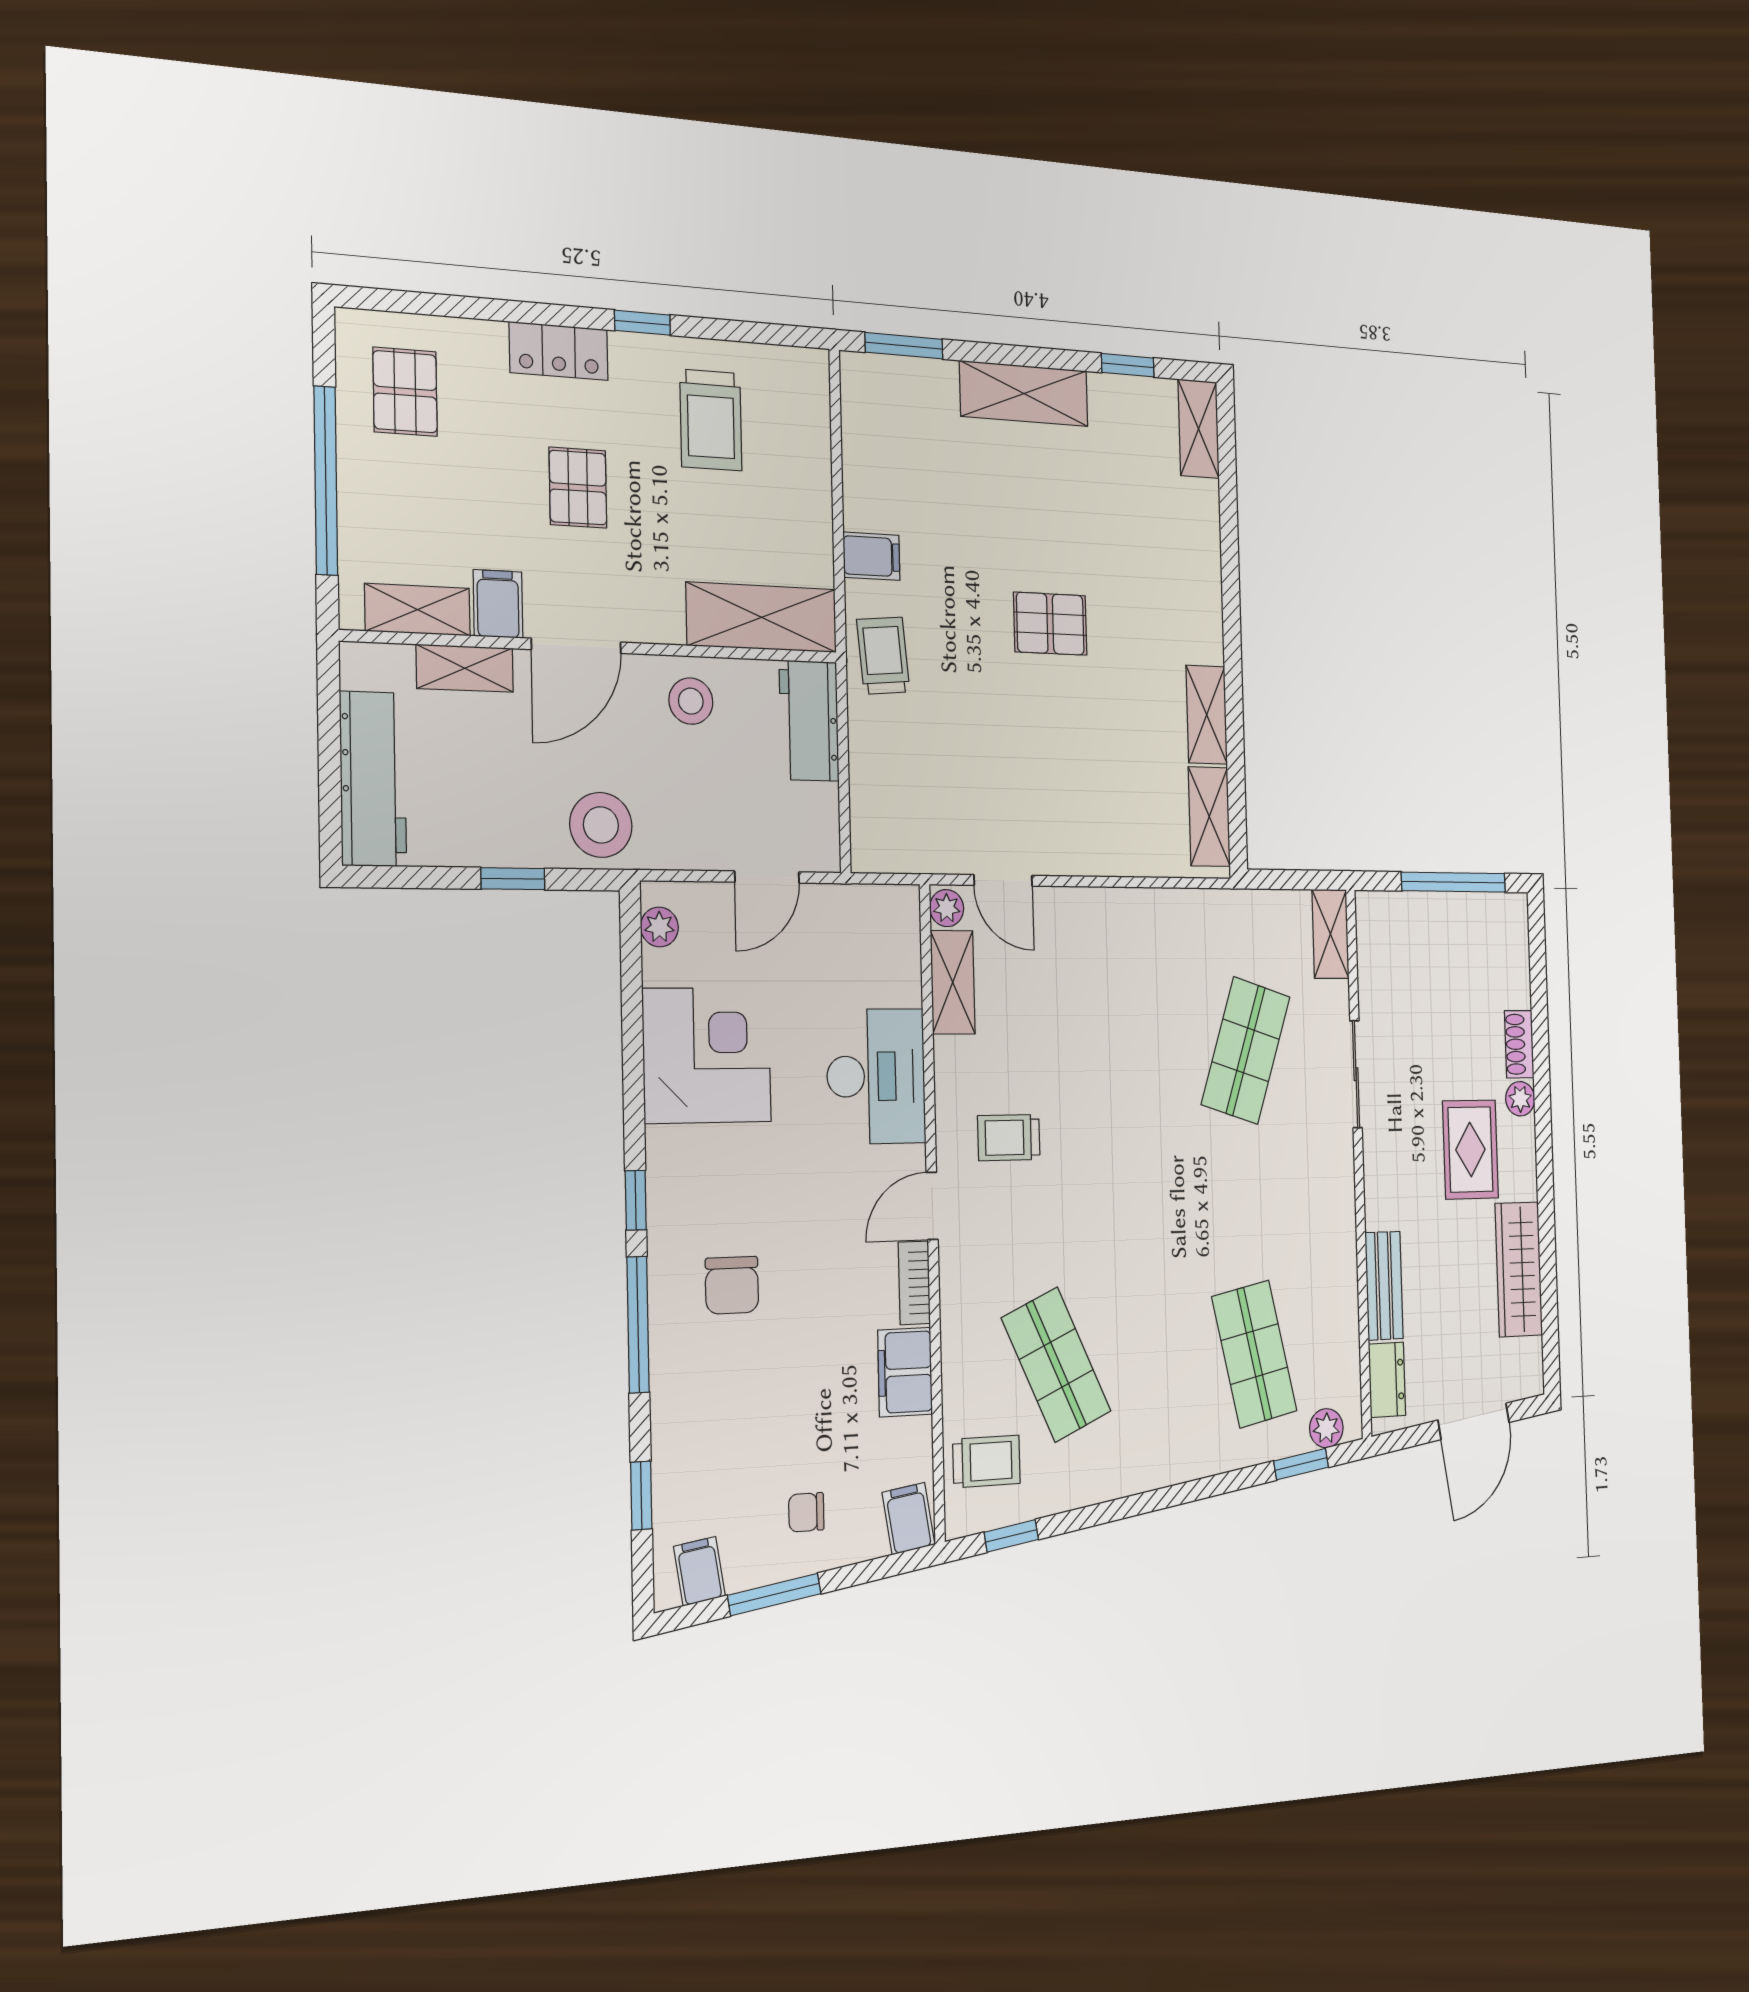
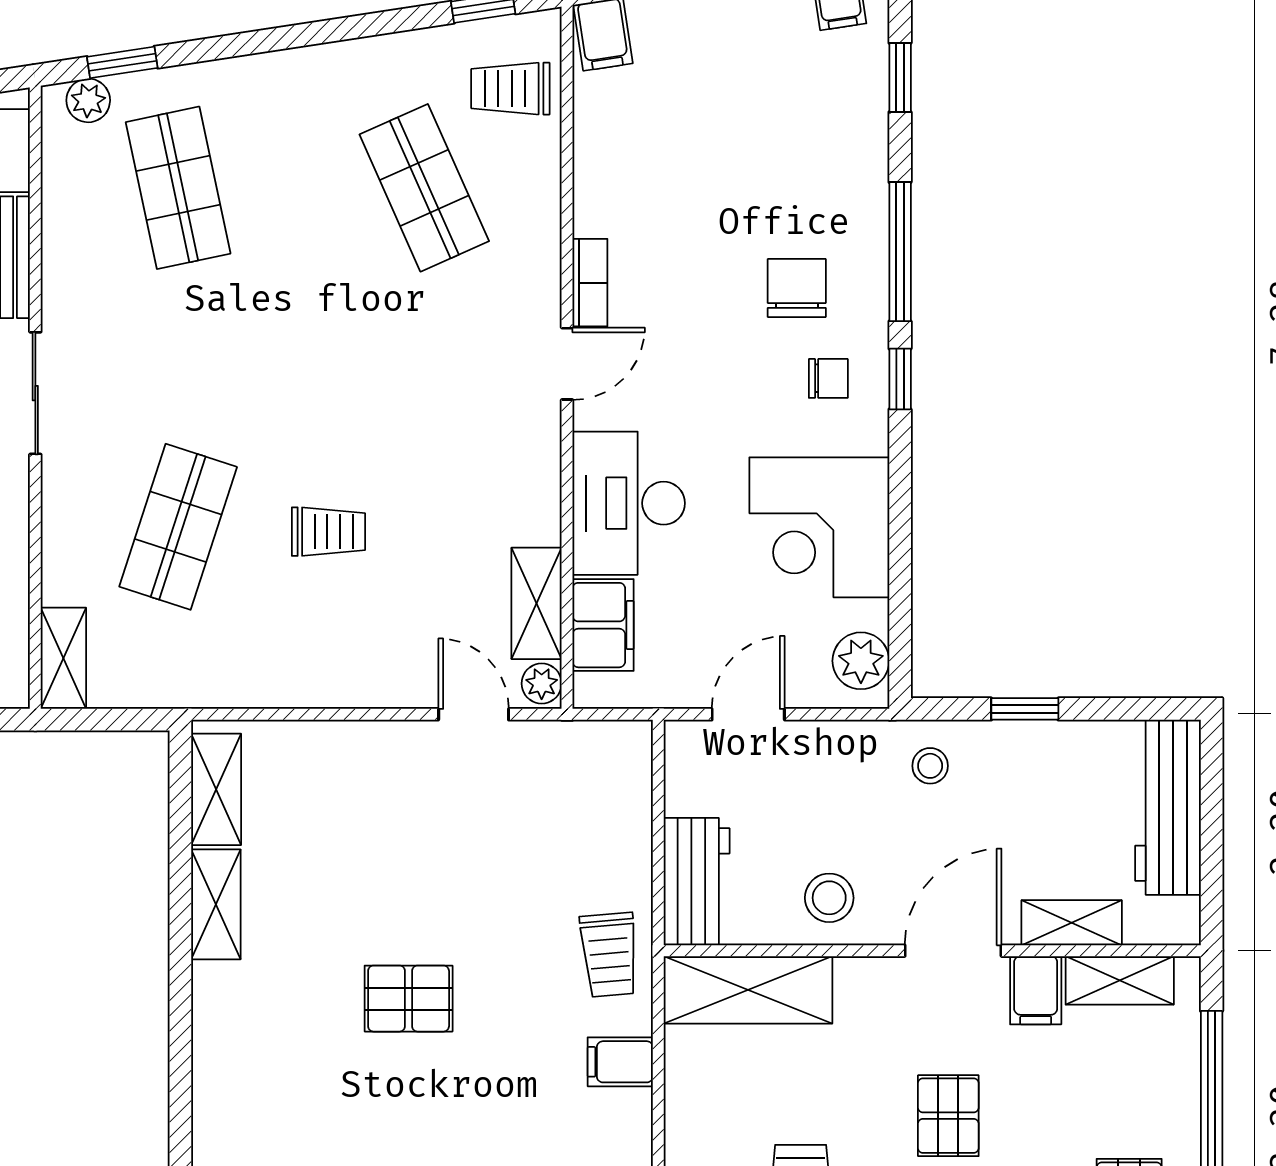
stool: (601, 825) -> (930, 766), width x0.53, depth x0.53
plant: (659, 927) -> (861, 661), width x1.38, depth x1.38
sliding door: (1356, 1074) -> (35, 393), moved
trolley: (1009, 1138) -> (329, 532), moved
filing cabinet: (905, 1372) -> (603, 625), moved
chair: (806, 1512) -> (828, 378), moved

